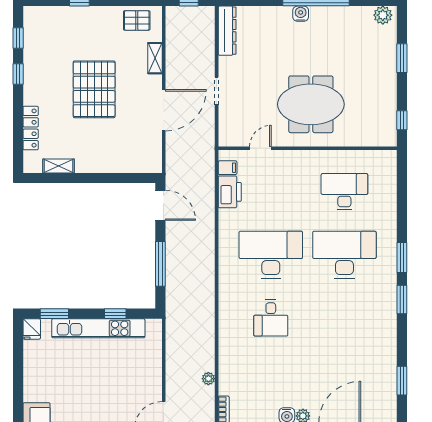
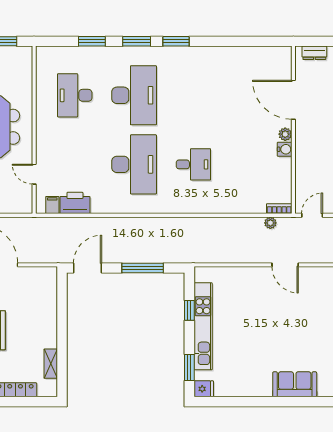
desk: (271, 255) -> (134, 164), turned 180
desk: (344, 255) -> (134, 95), turned 180
plant: (208, 379) -> (270, 223), moved
window: (402, 381) -> (92, 41), moved

